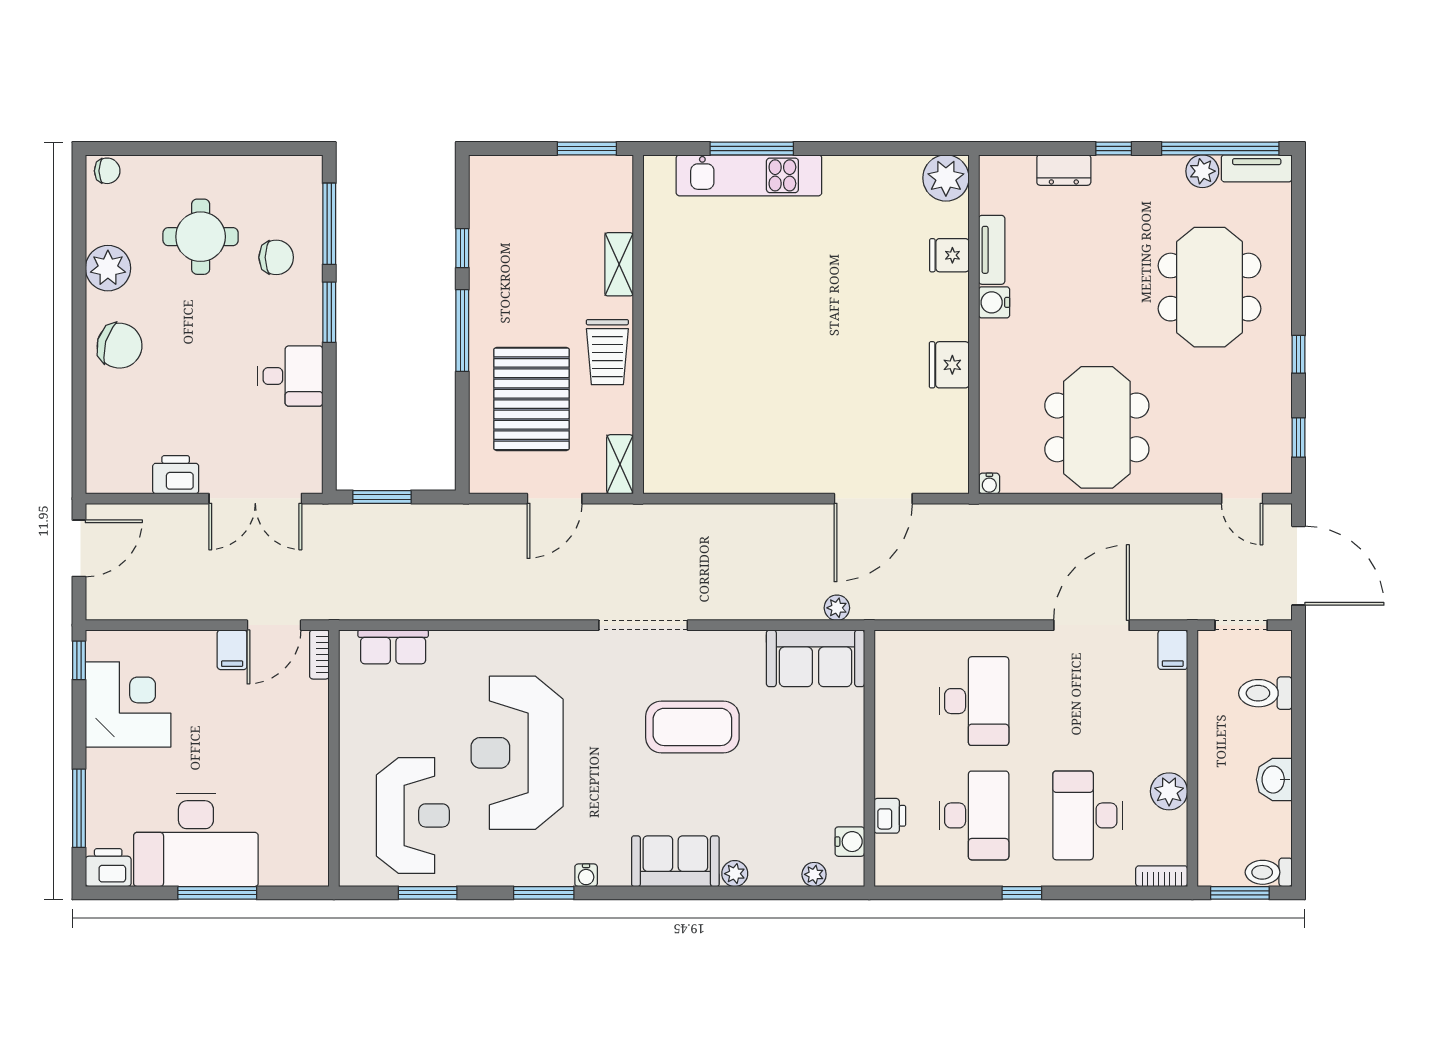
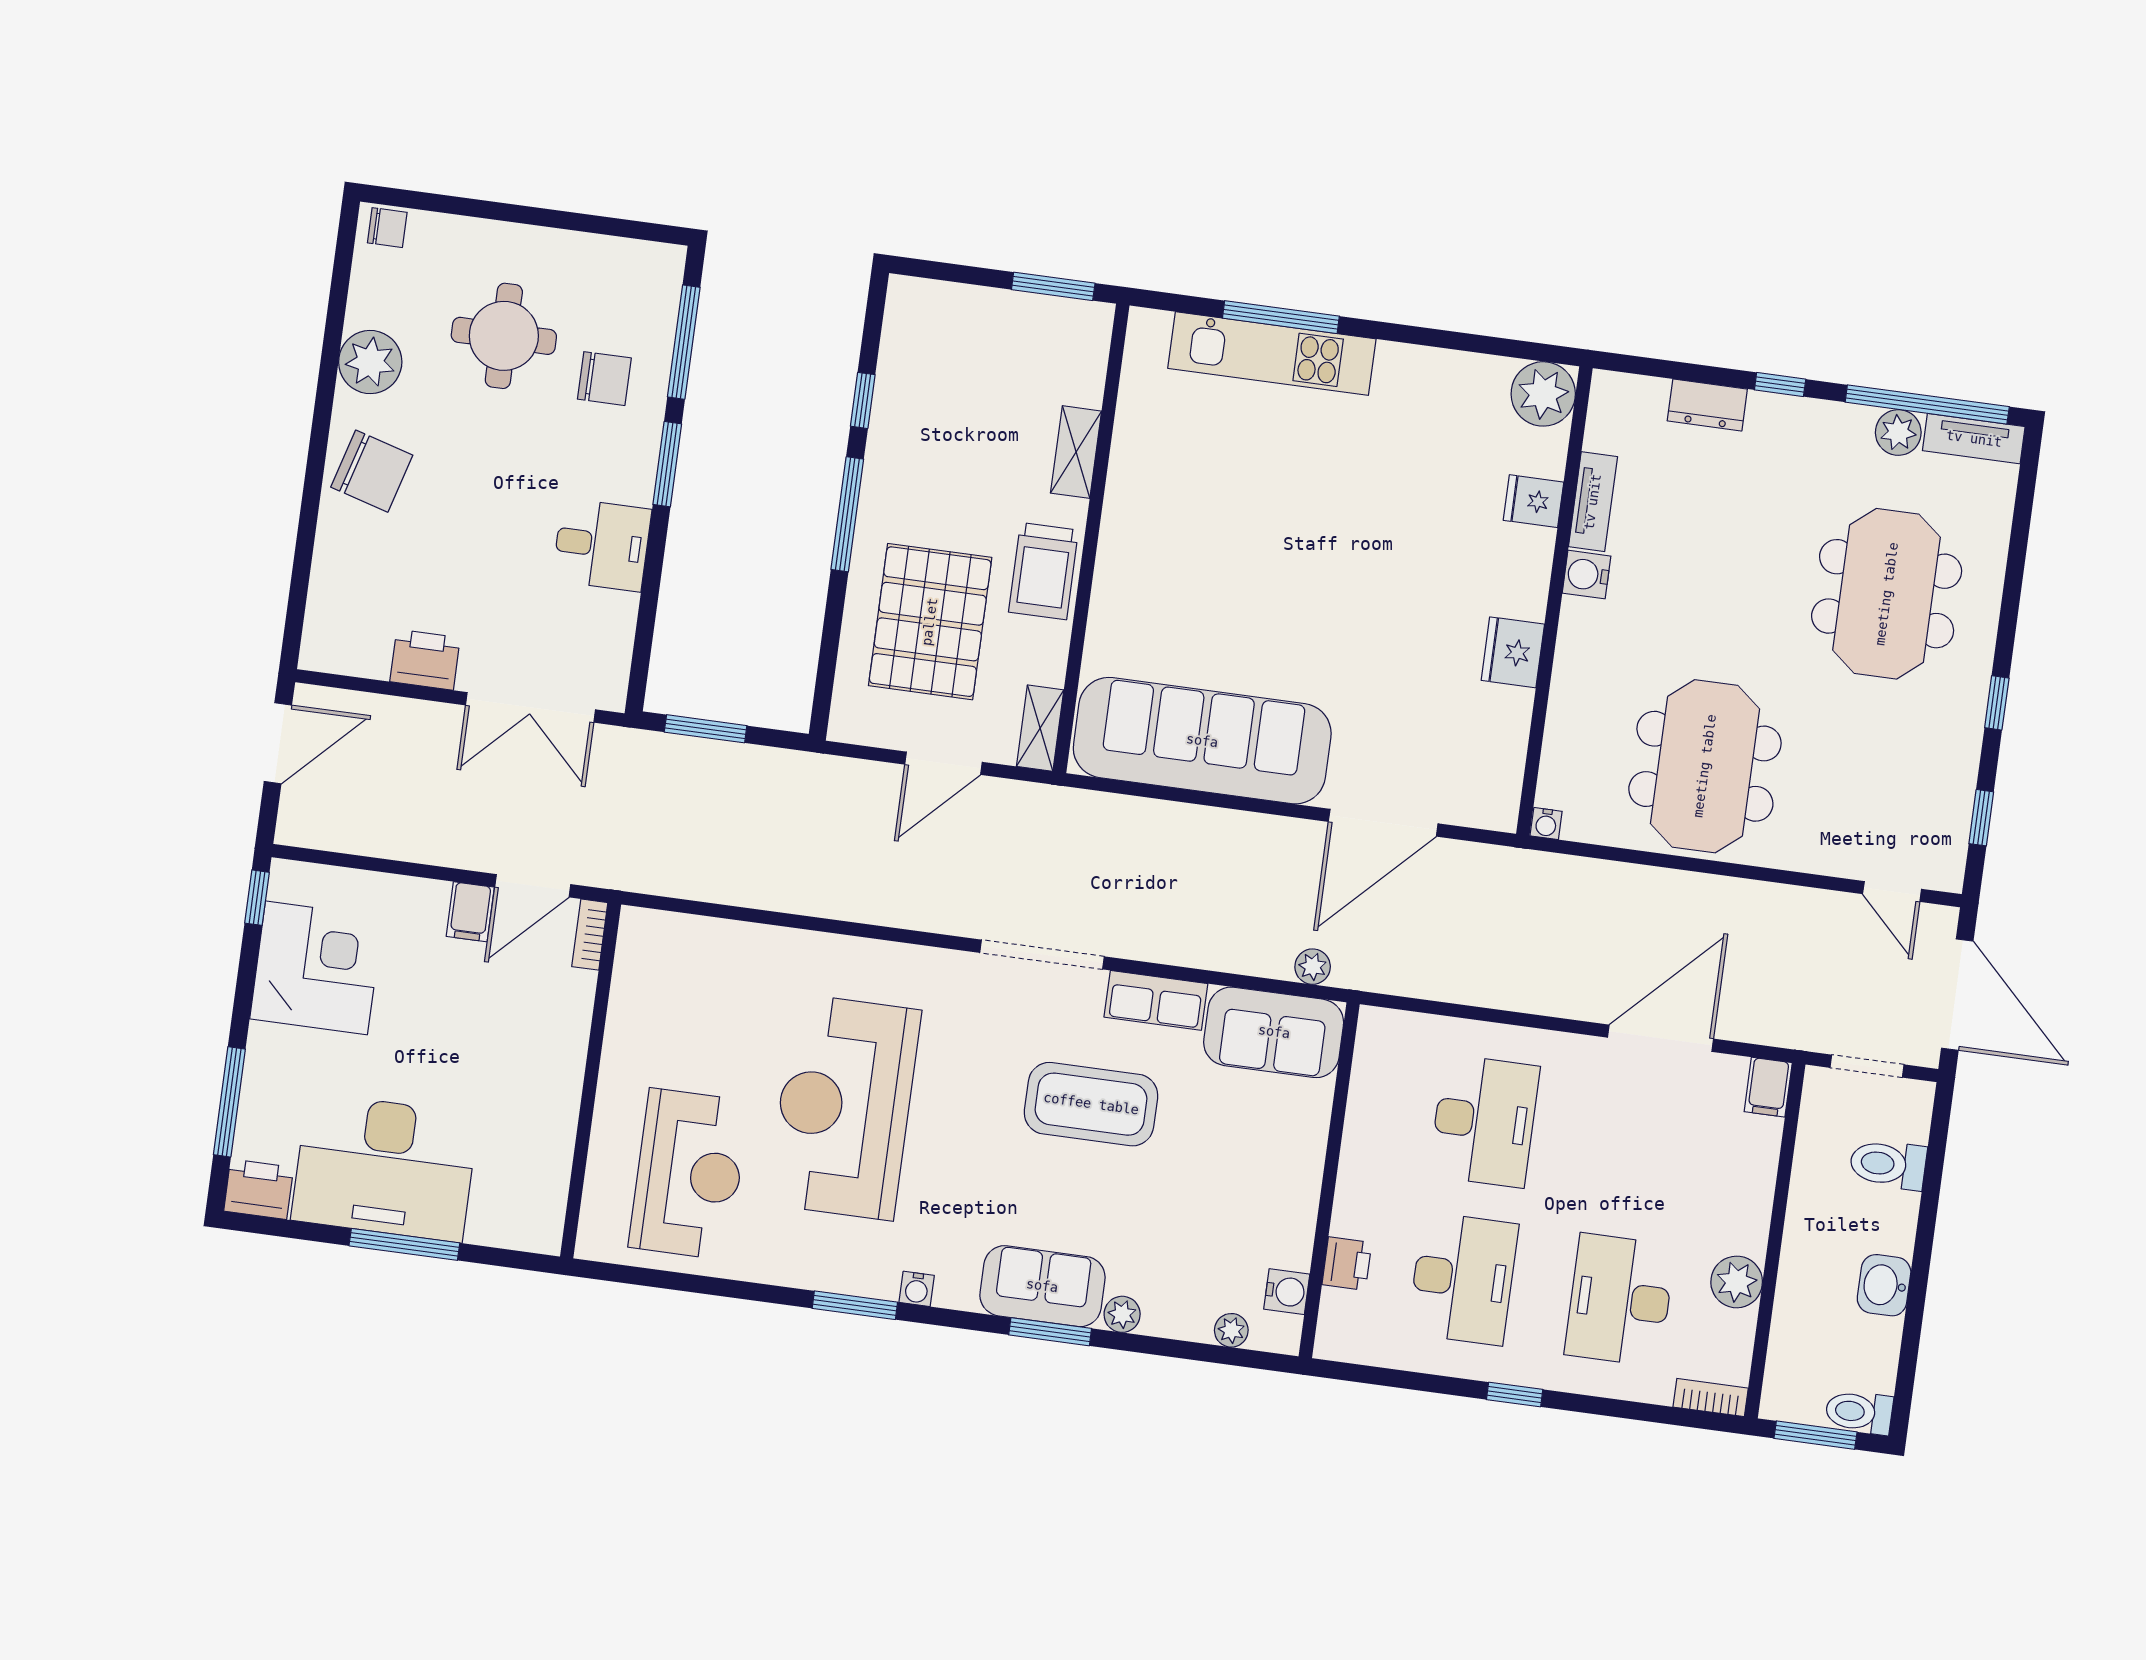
sofa: (737, 458) -> (1202, 741), added
row of seats: (393, 647) -> (1156, 1000), moved
window: (428, 893) -> (1050, 1332), moved

